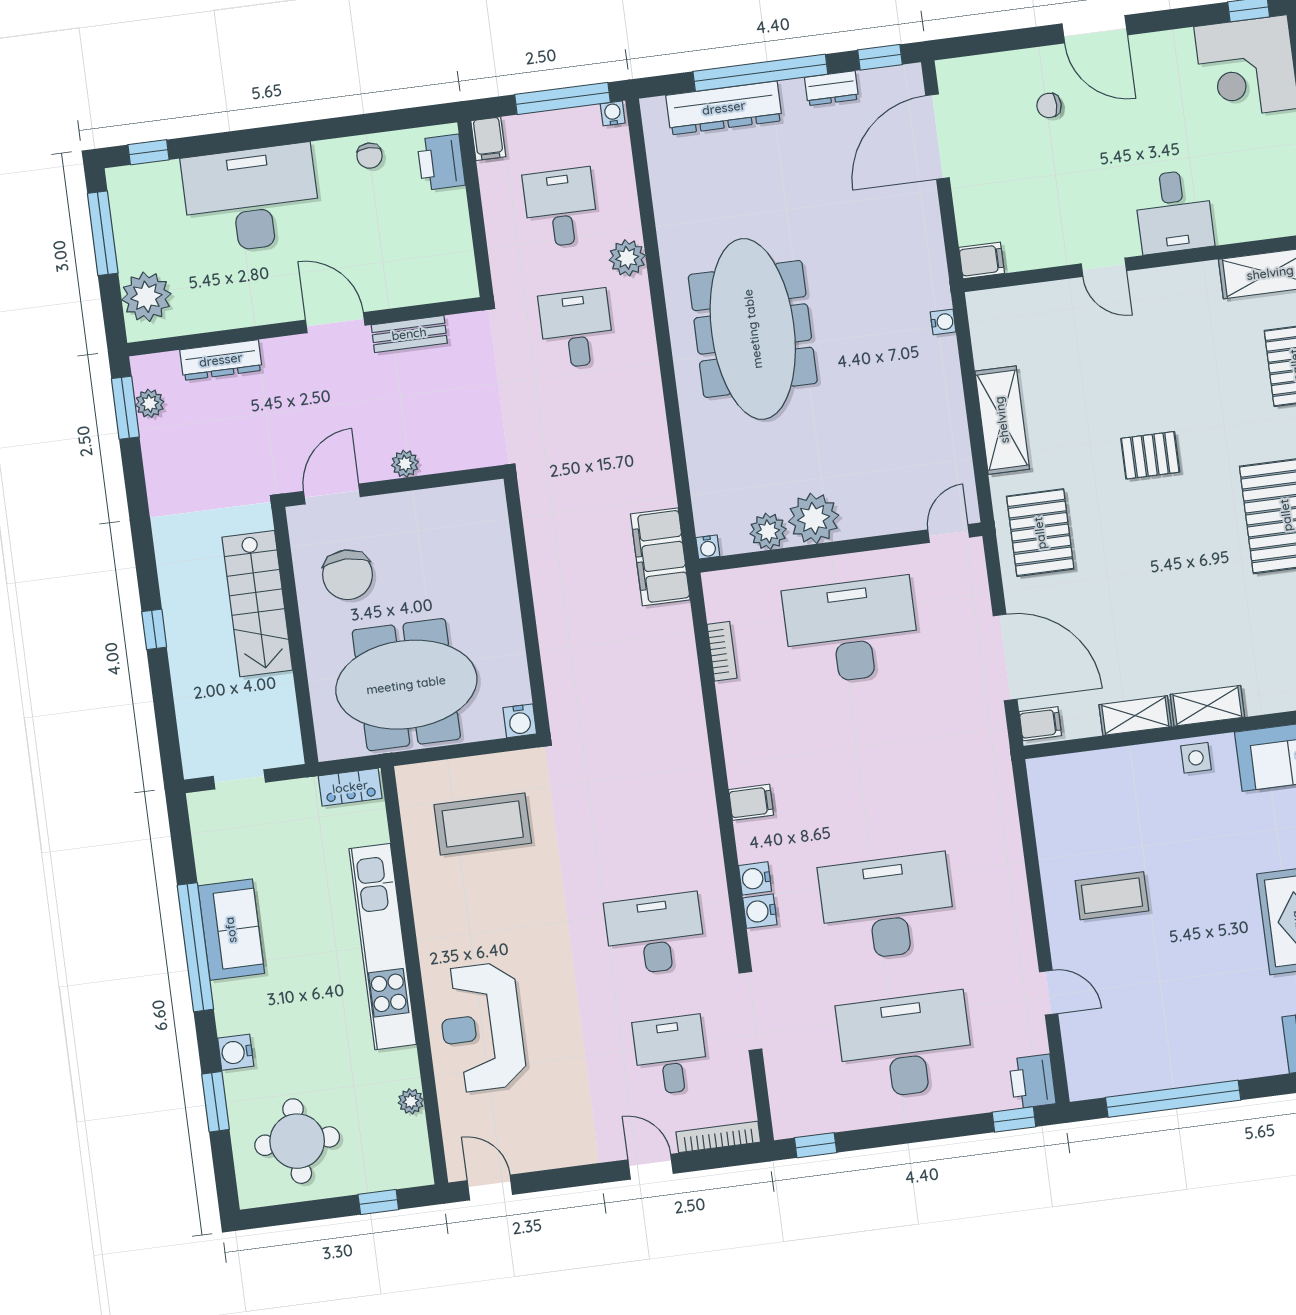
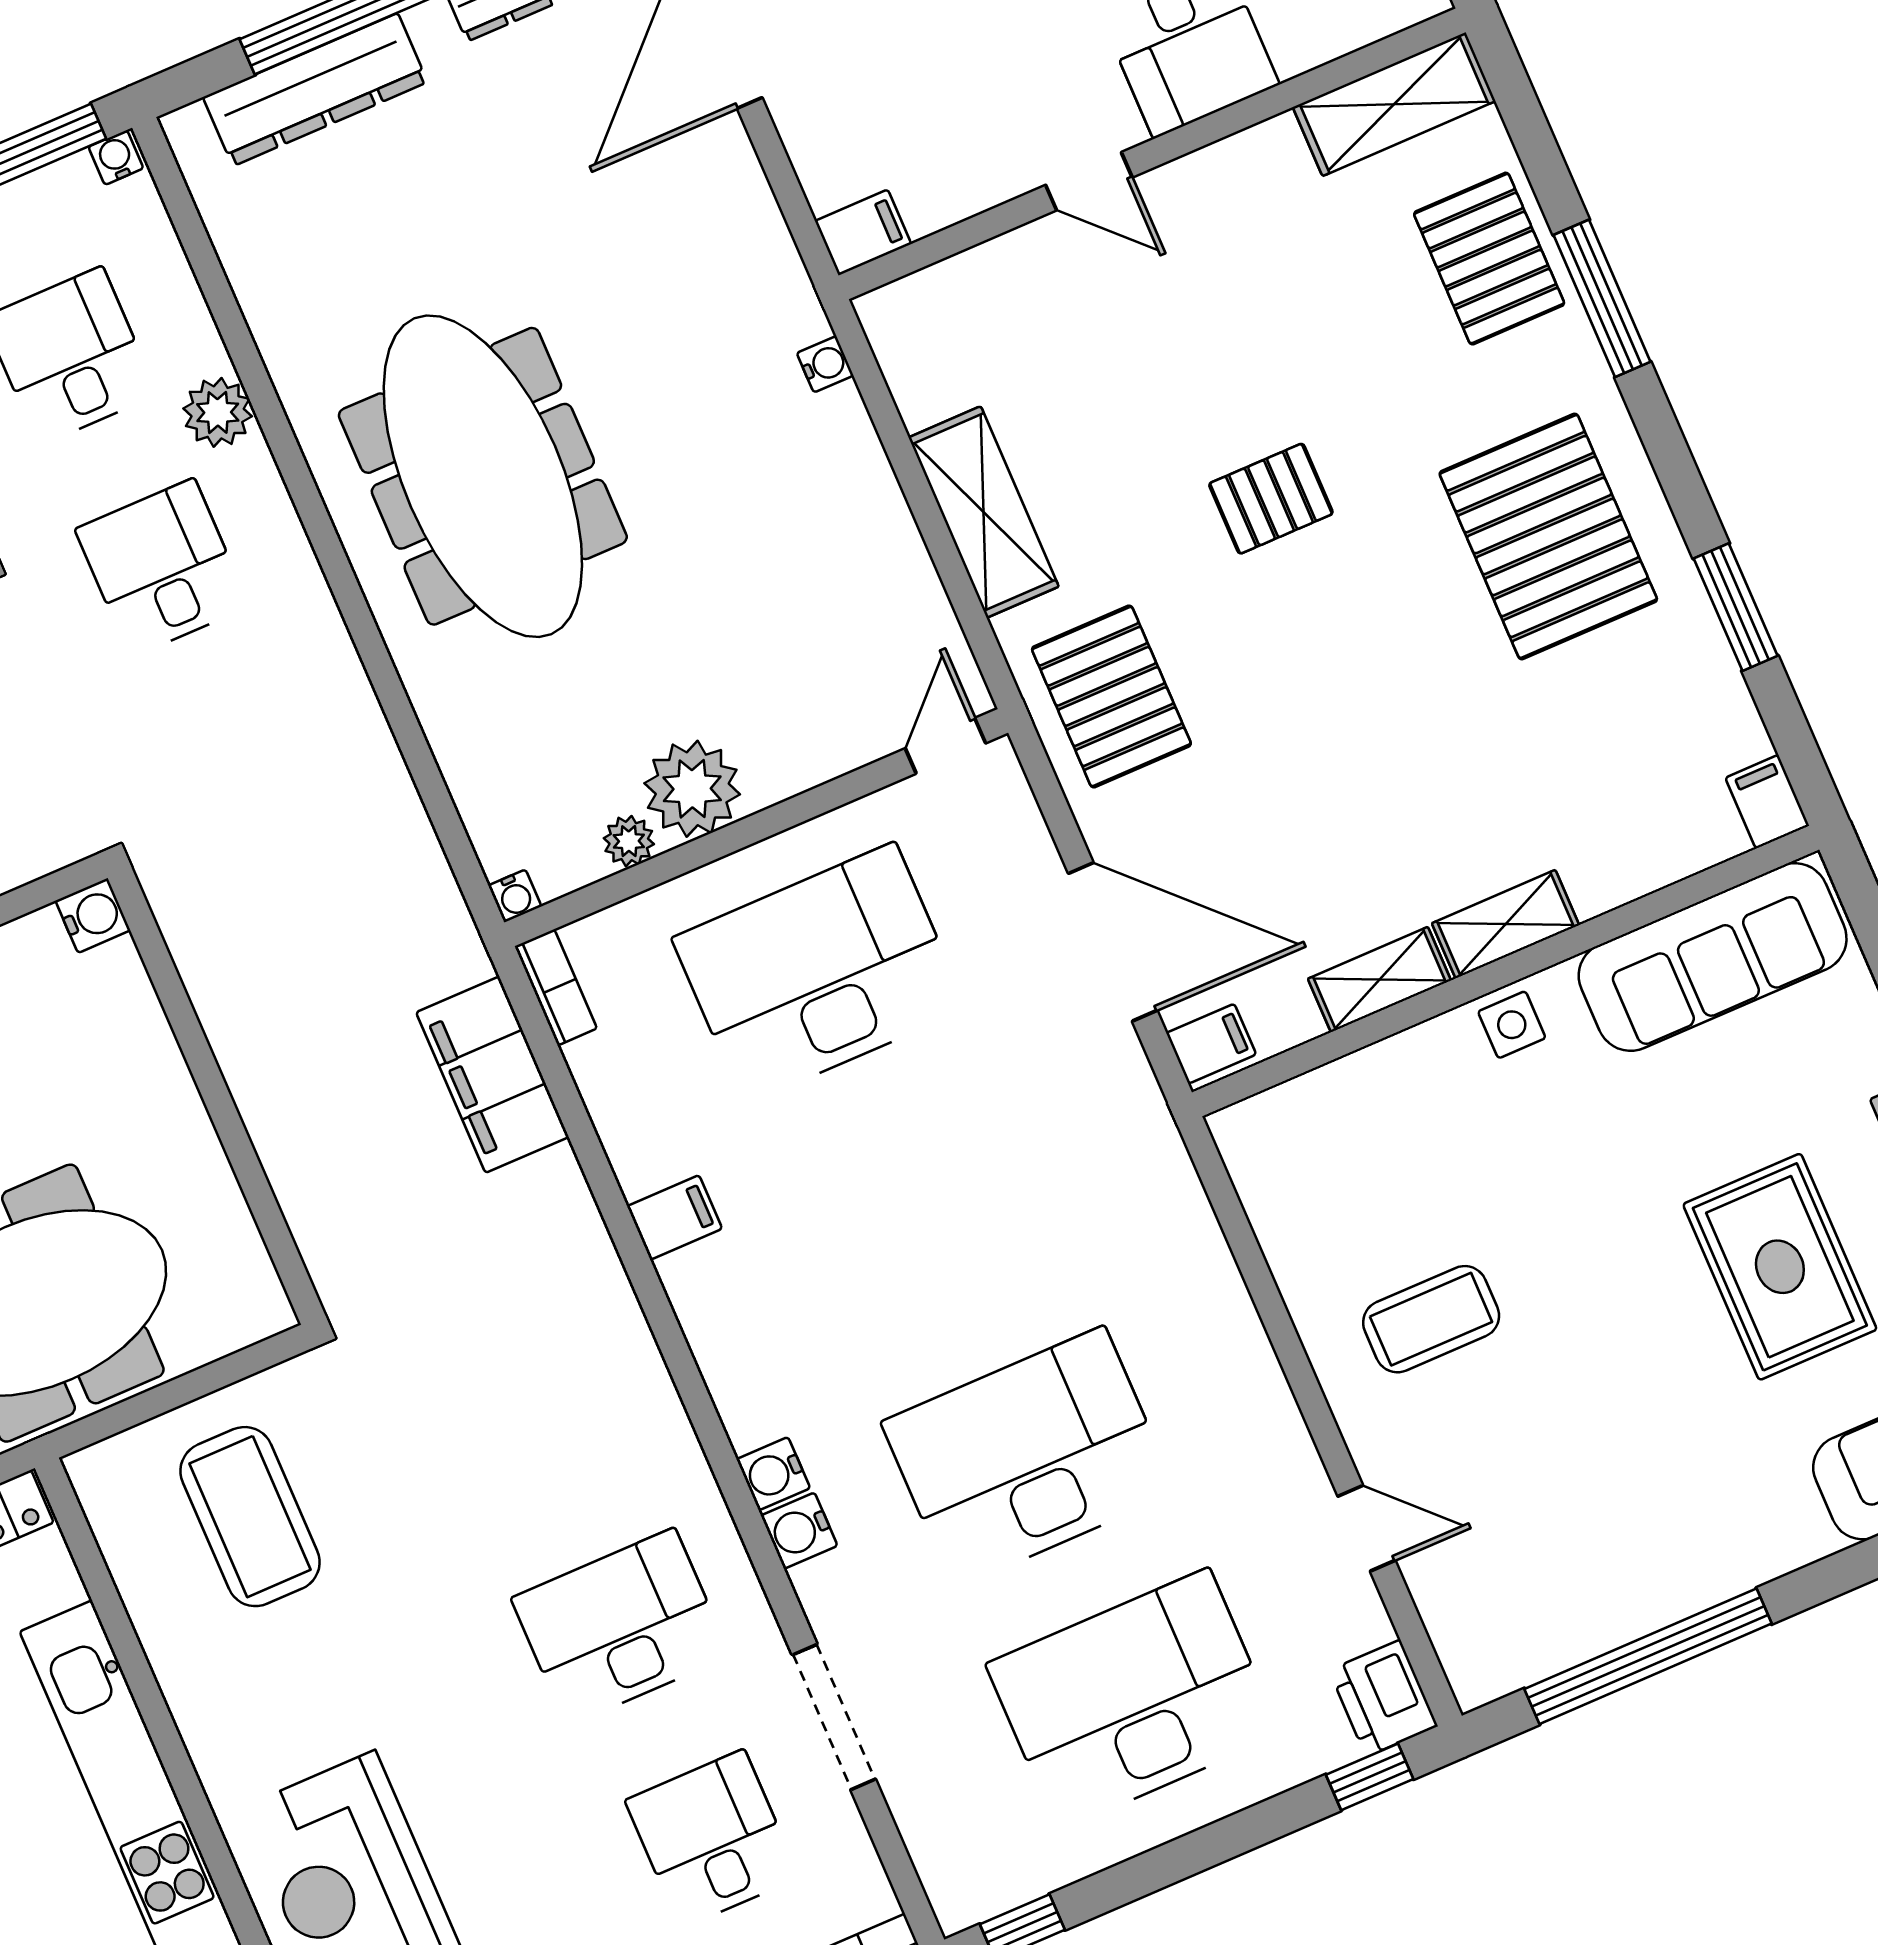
plant: (768, 531) -> (629, 841), width x0.73, depth x0.73
filing cabinet: (660, 557) -> (492, 1075), moved
bookcase: (722, 651) -> (556, 987), moved
water cooler: (520, 721) -> (93, 916), moved, turned -90
filing cabinet: (751, 802) -> (674, 1217), moved
coffee table: (483, 824) -> (250, 1517), turned 90

